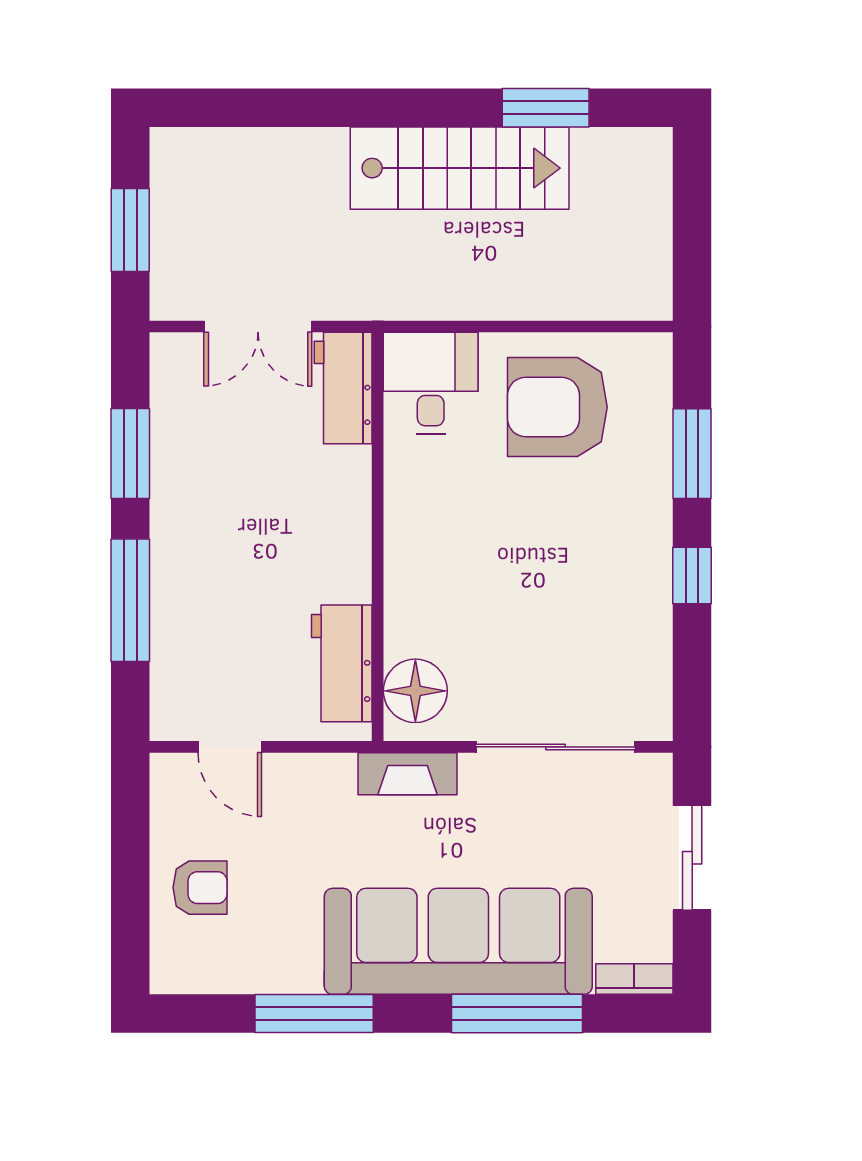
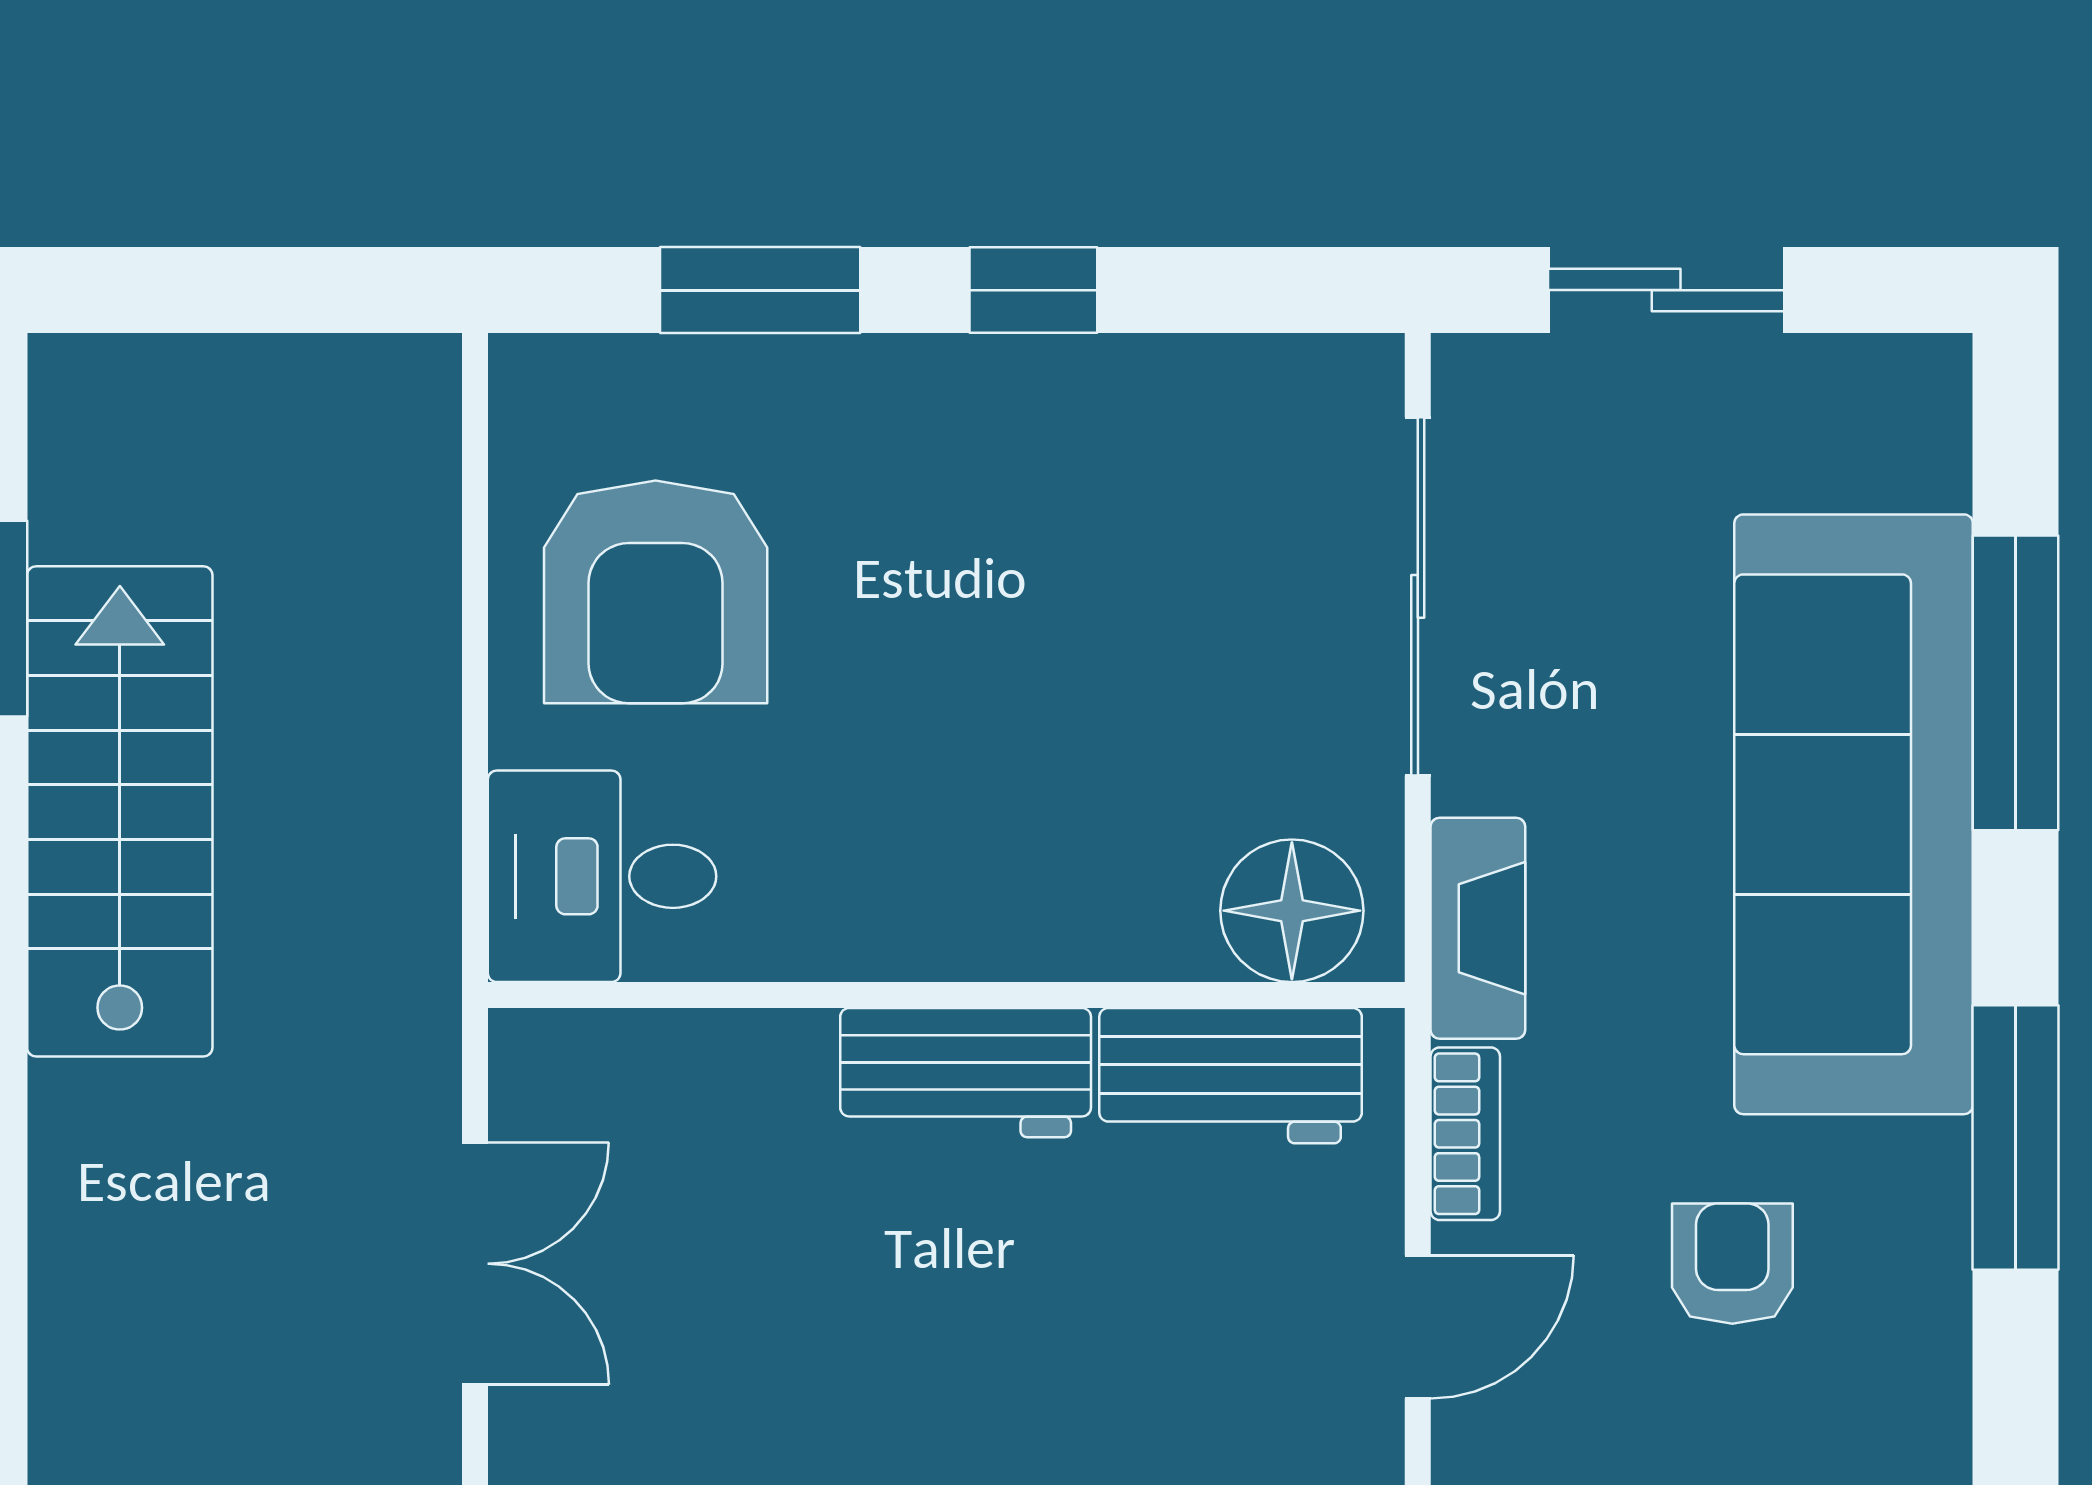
workbench: (343, 388) -> (966, 1073), moved
armchair: (200, 888) -> (1732, 1264), moved
bookcase: (634, 979) -> (1465, 1134), moved, turned 180

